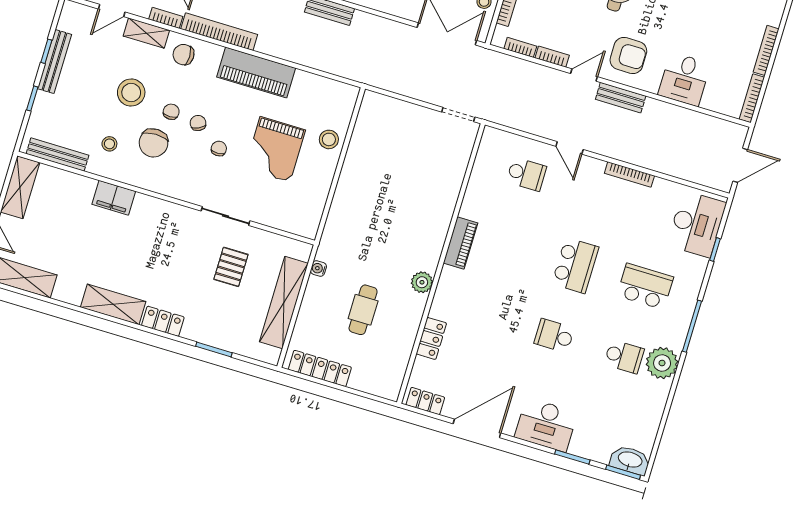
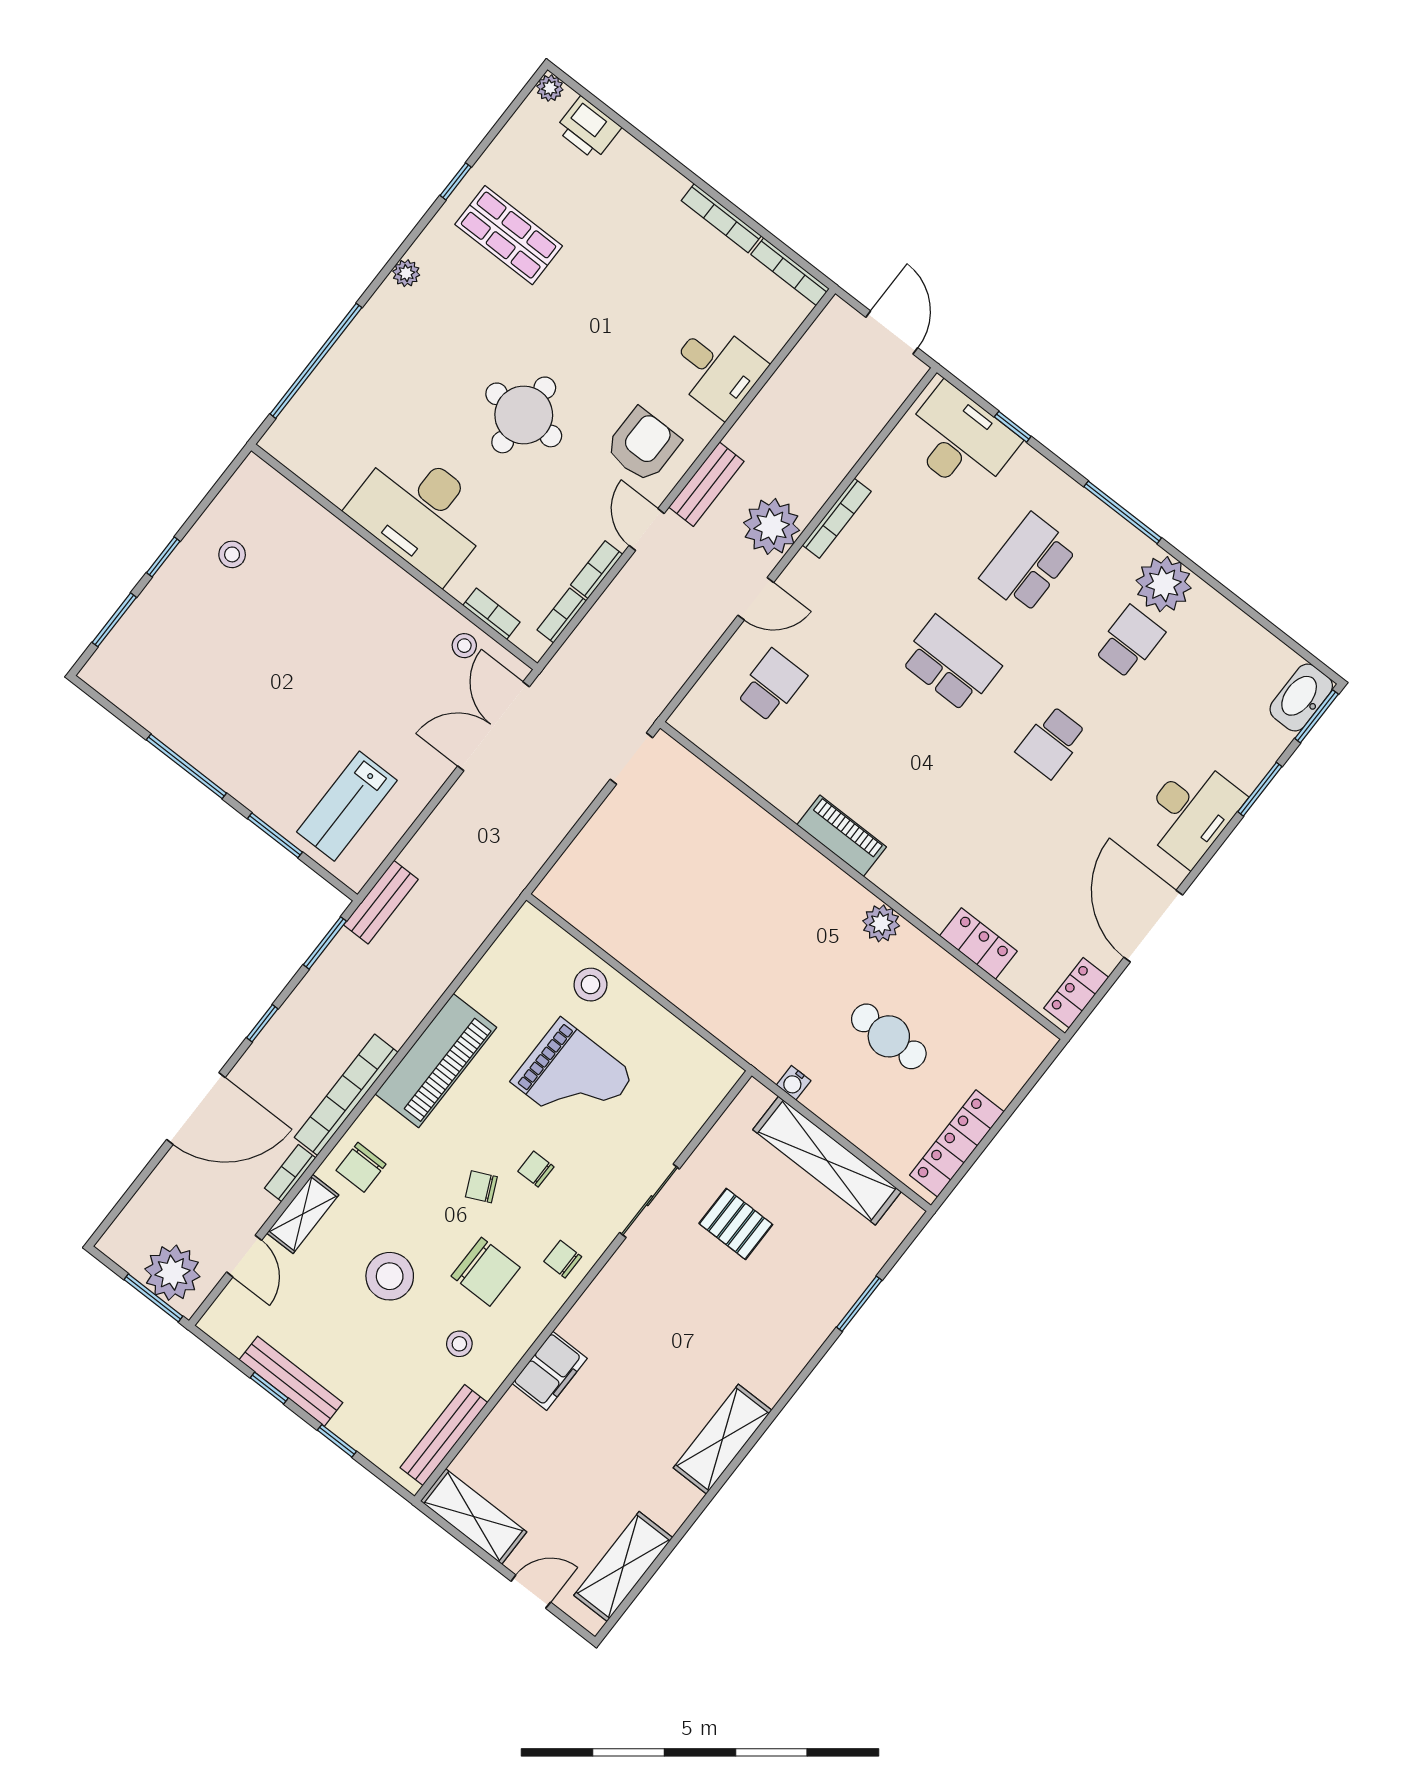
chair: (171, 112) -> (563, 1259), moved
plant: (612, 141) -> (772, 526), added
locker: (163, 321) -> (781, 1369), removed

